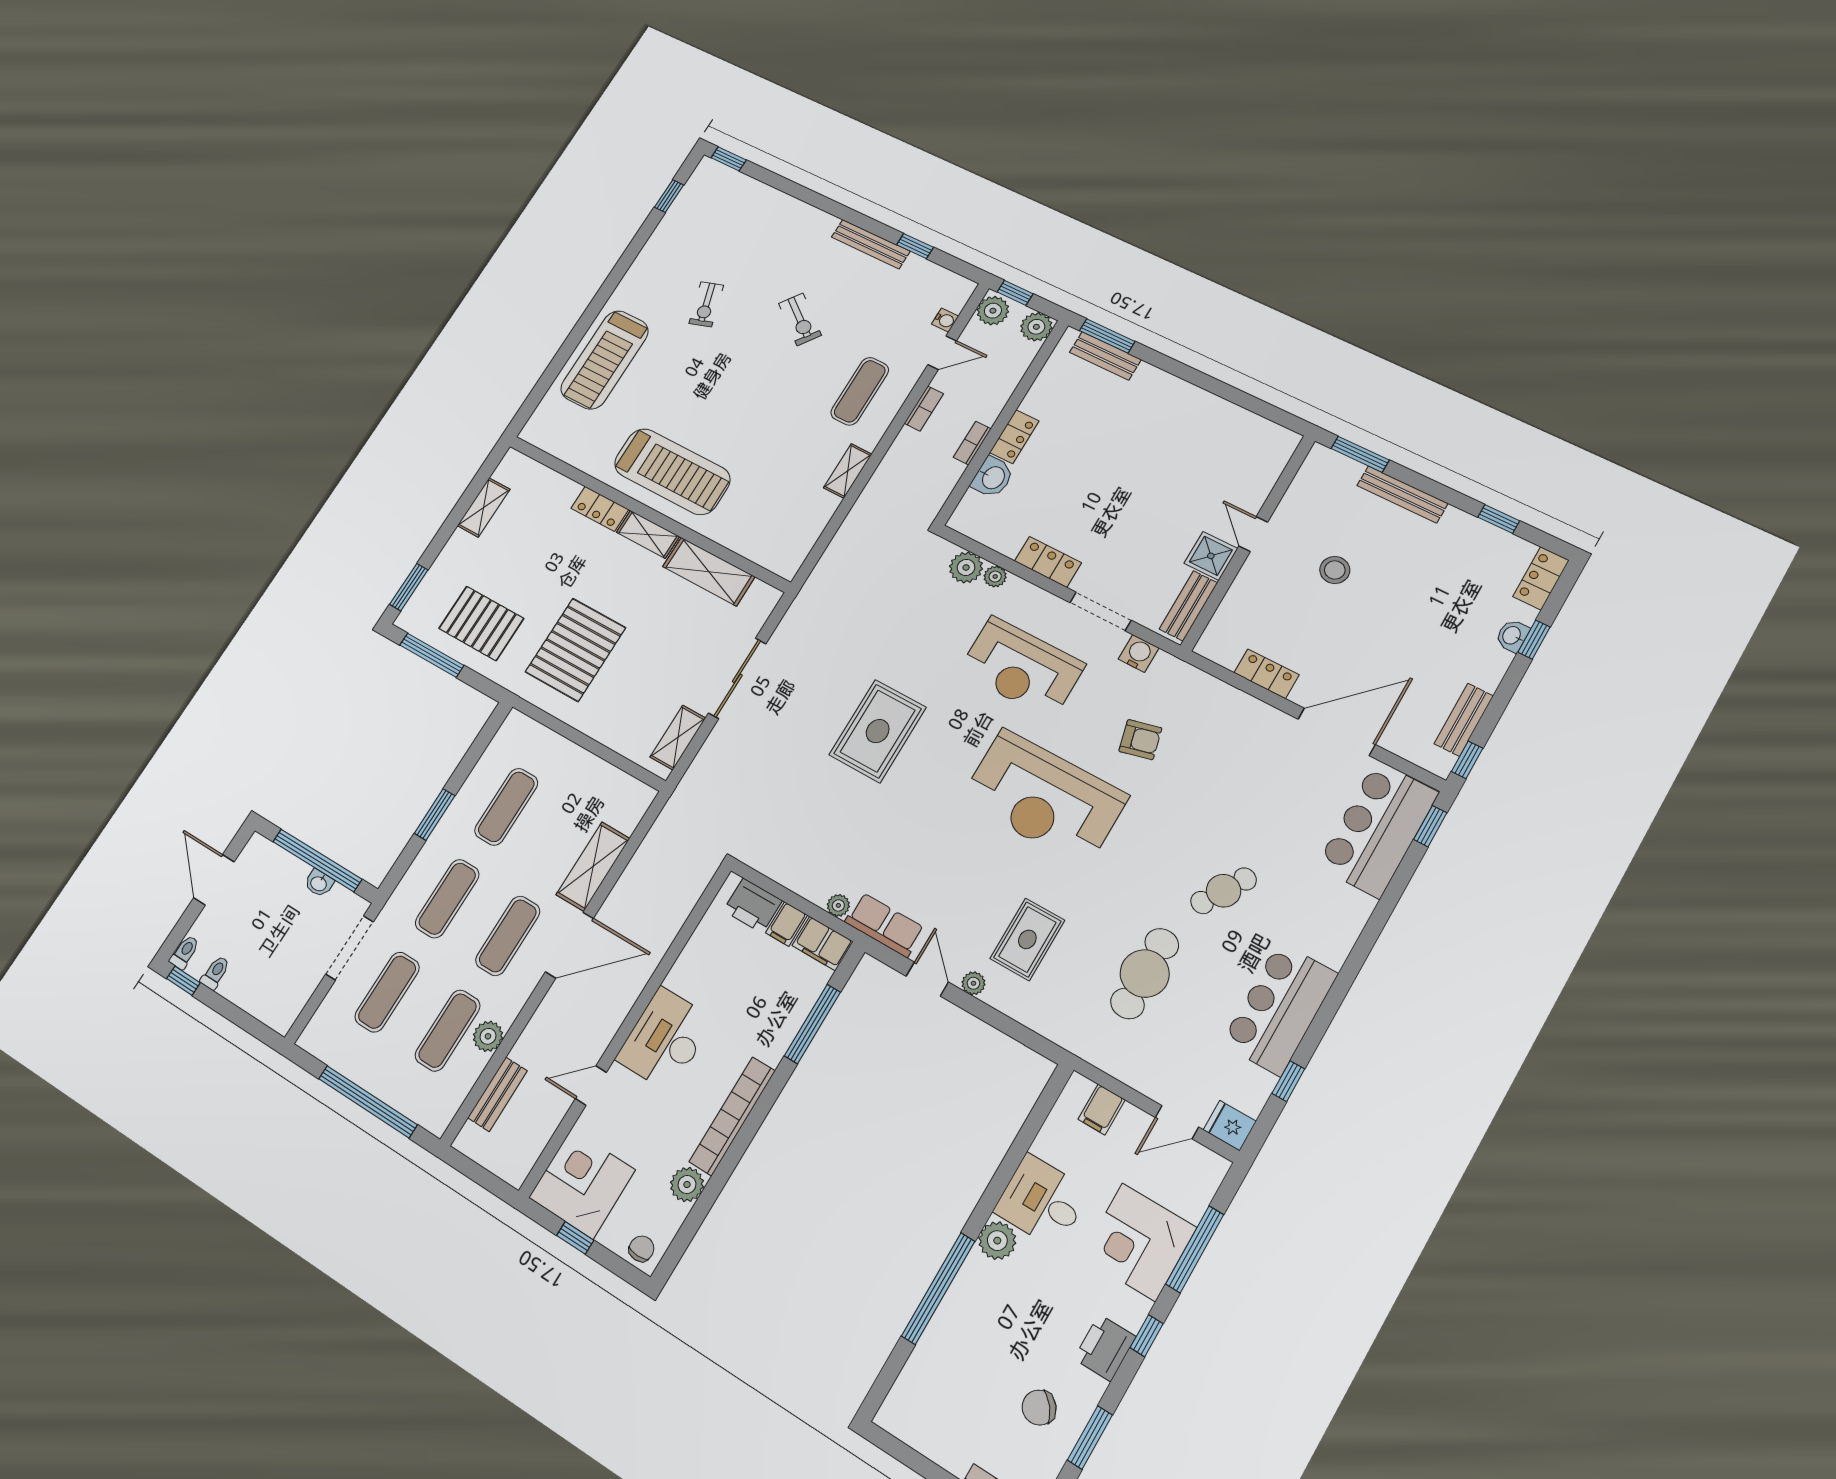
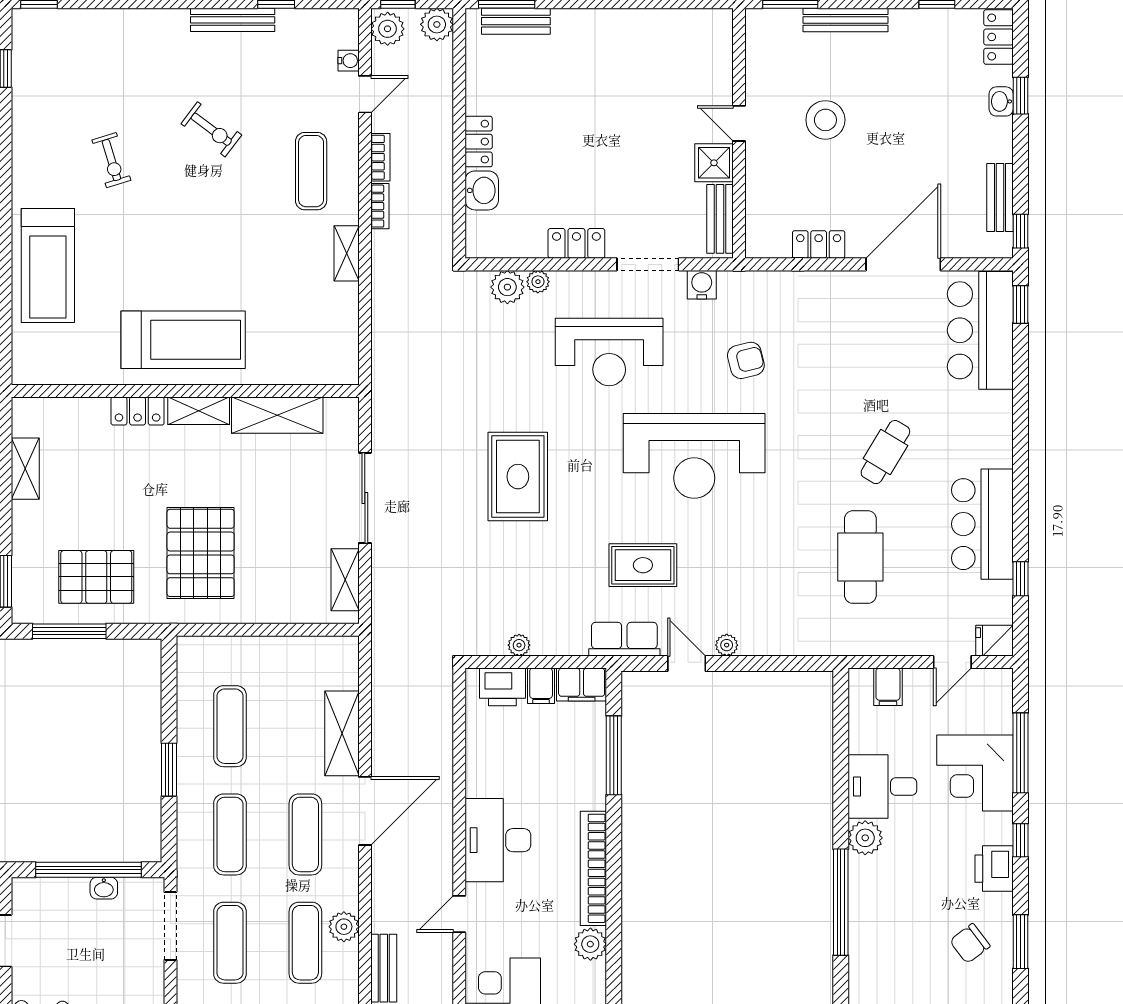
bookcase: (972, 443) -> (380, 206), moved, turned 180
stool: (1335, 570) -> (825, 120), width x1.38, depth x1.38
plant: (838, 905) -> (519, 645), moved
rug: (1027, 939) -> (643, 565), moved, turned 90

